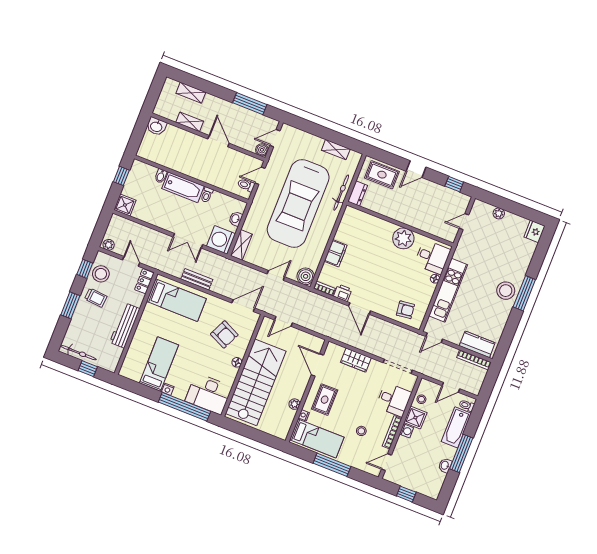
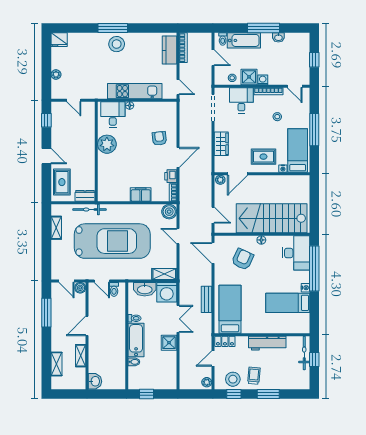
shower: (125, 205) -> (169, 343), moved
washbasin: (236, 219) -> (145, 289), width x1.91, depth x1.45
armchair: (405, 310) -> (159, 138), moved
bicycle: (78, 353) -> (304, 353), moved
plant: (294, 404) -> (220, 180), moved

